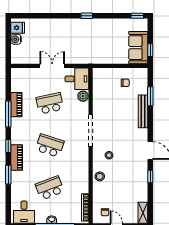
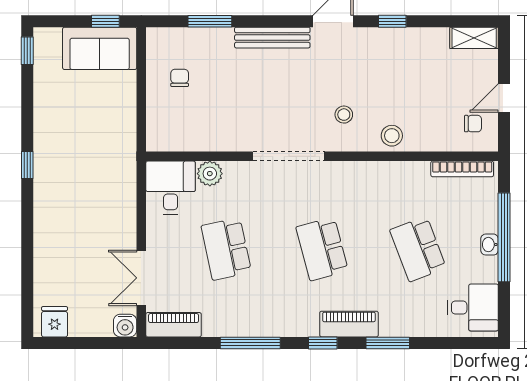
water cooler: (16, 39) -> (125, 326), moved
double door: (52, 66) -> (141, 278), moved
piano: (16, 105) -> (174, 325), moved
bench: (143, 111) -> (272, 38), moved
school desk: (50, 146) -> (322, 249), turned -33

